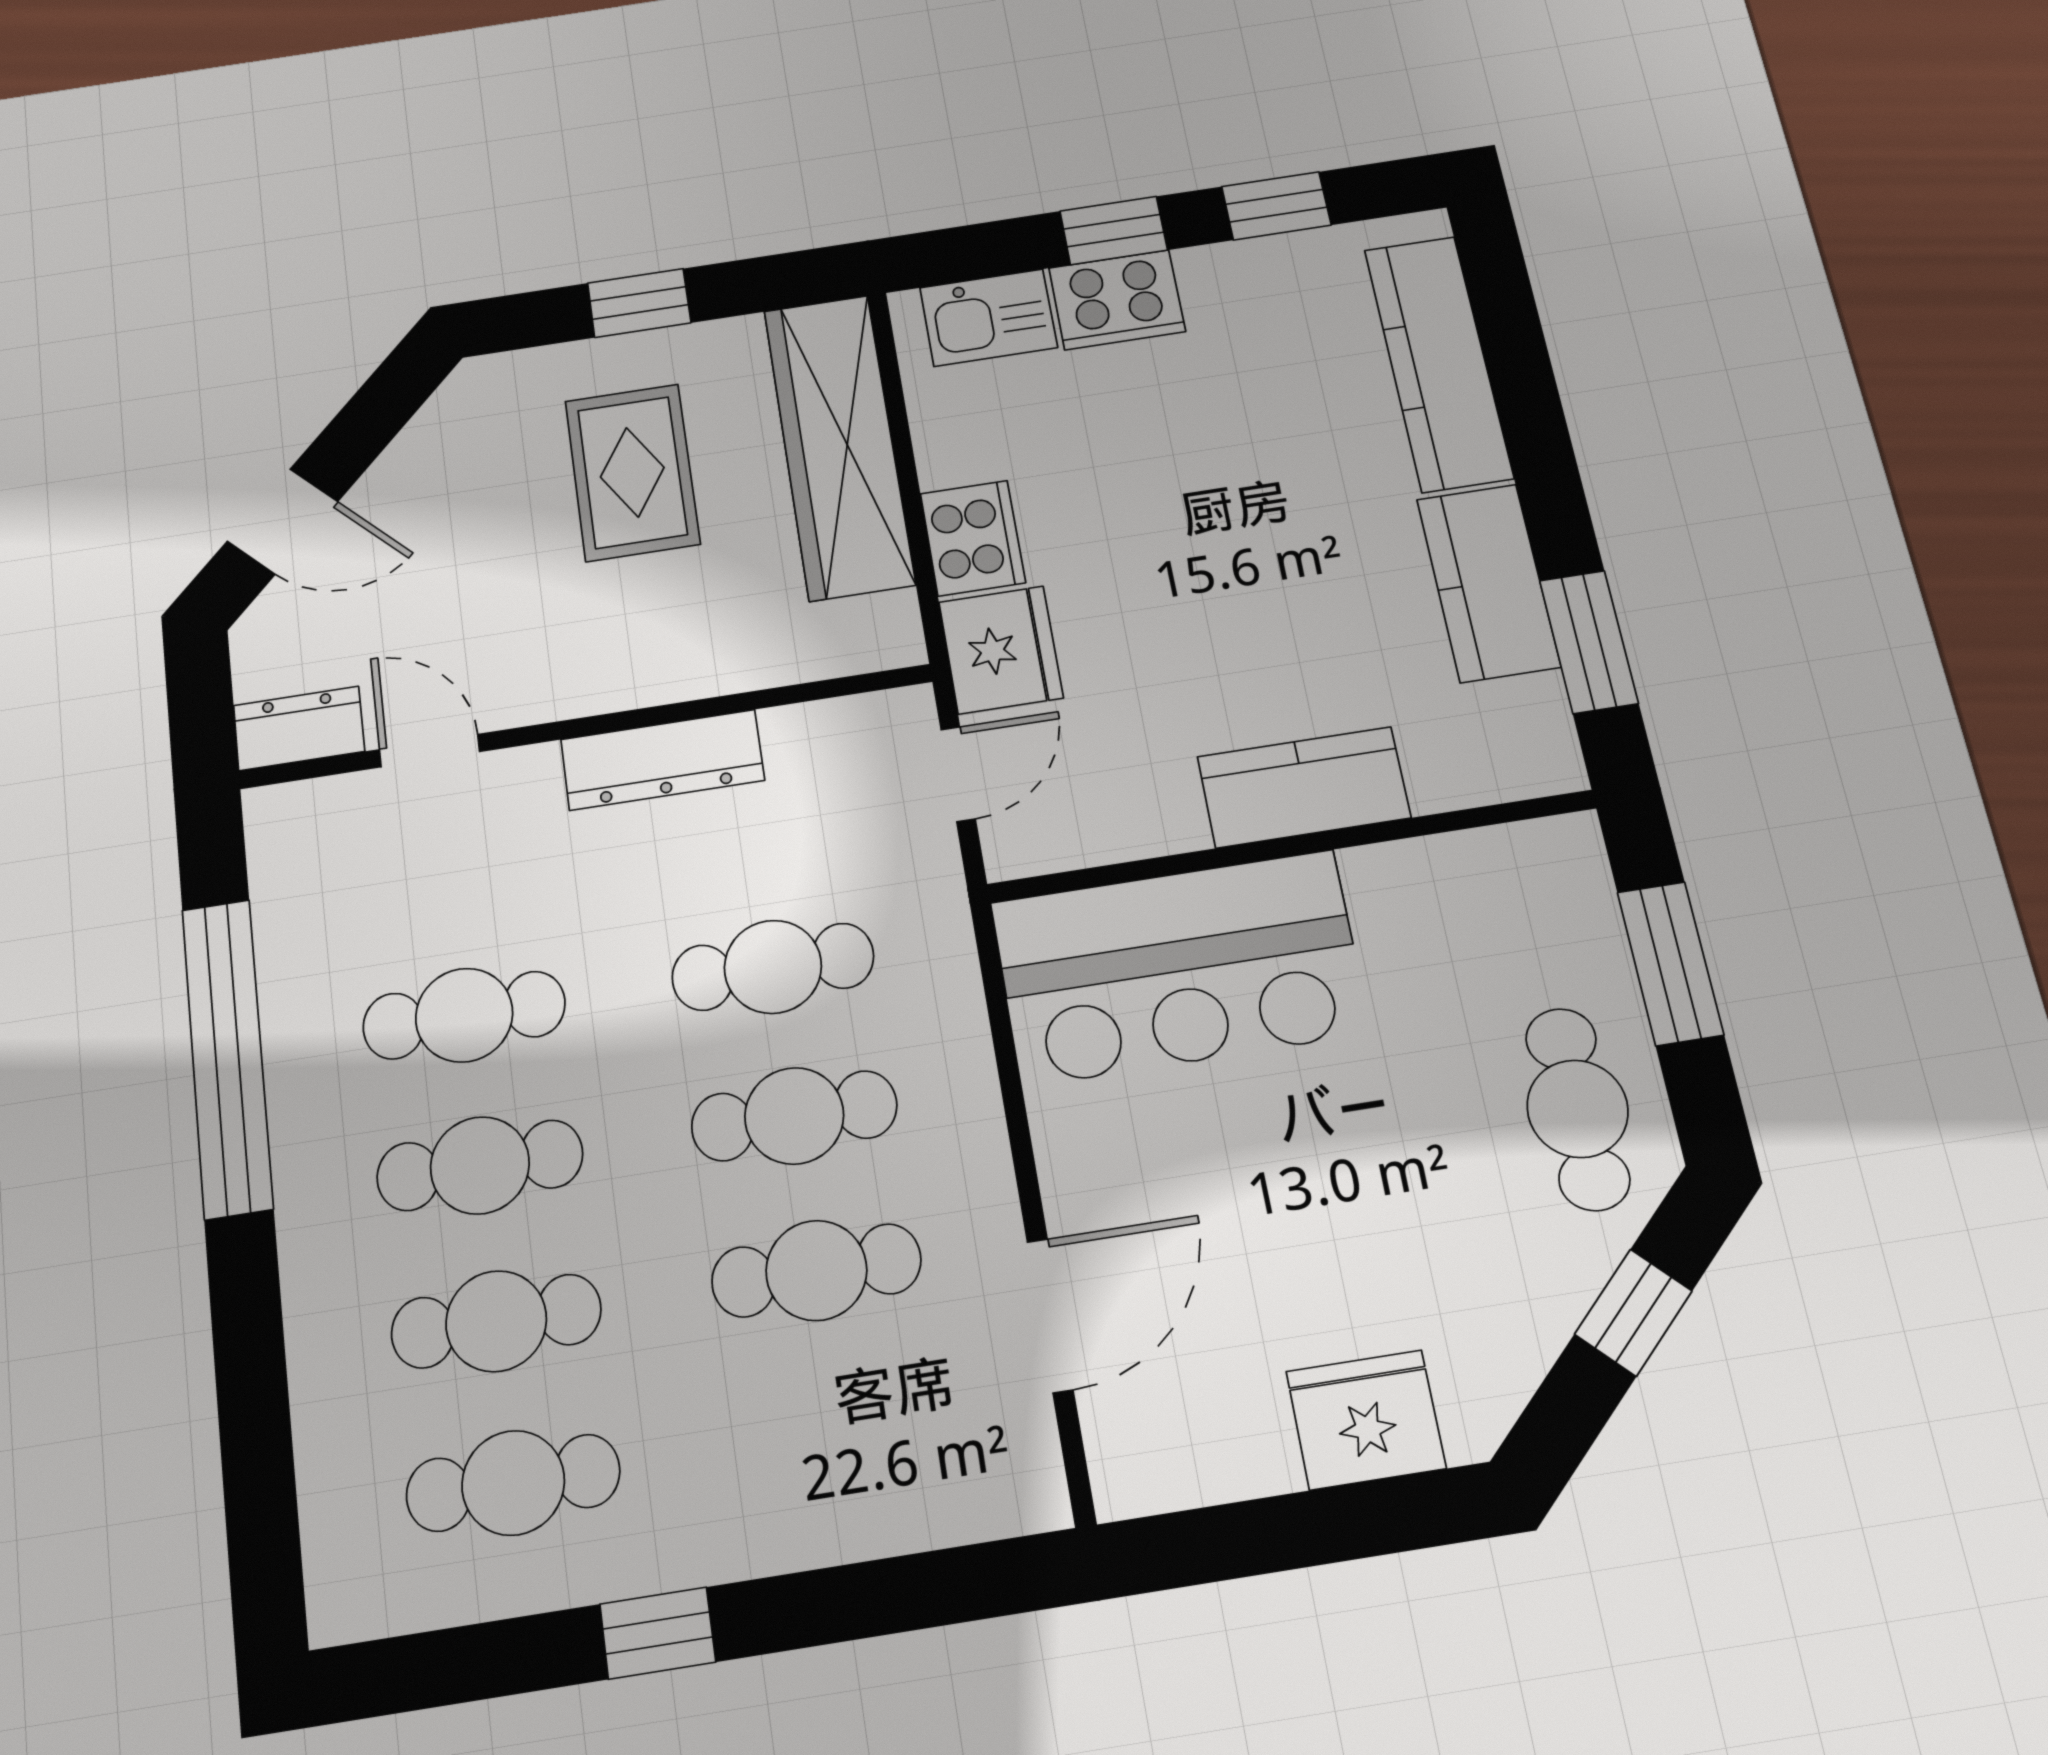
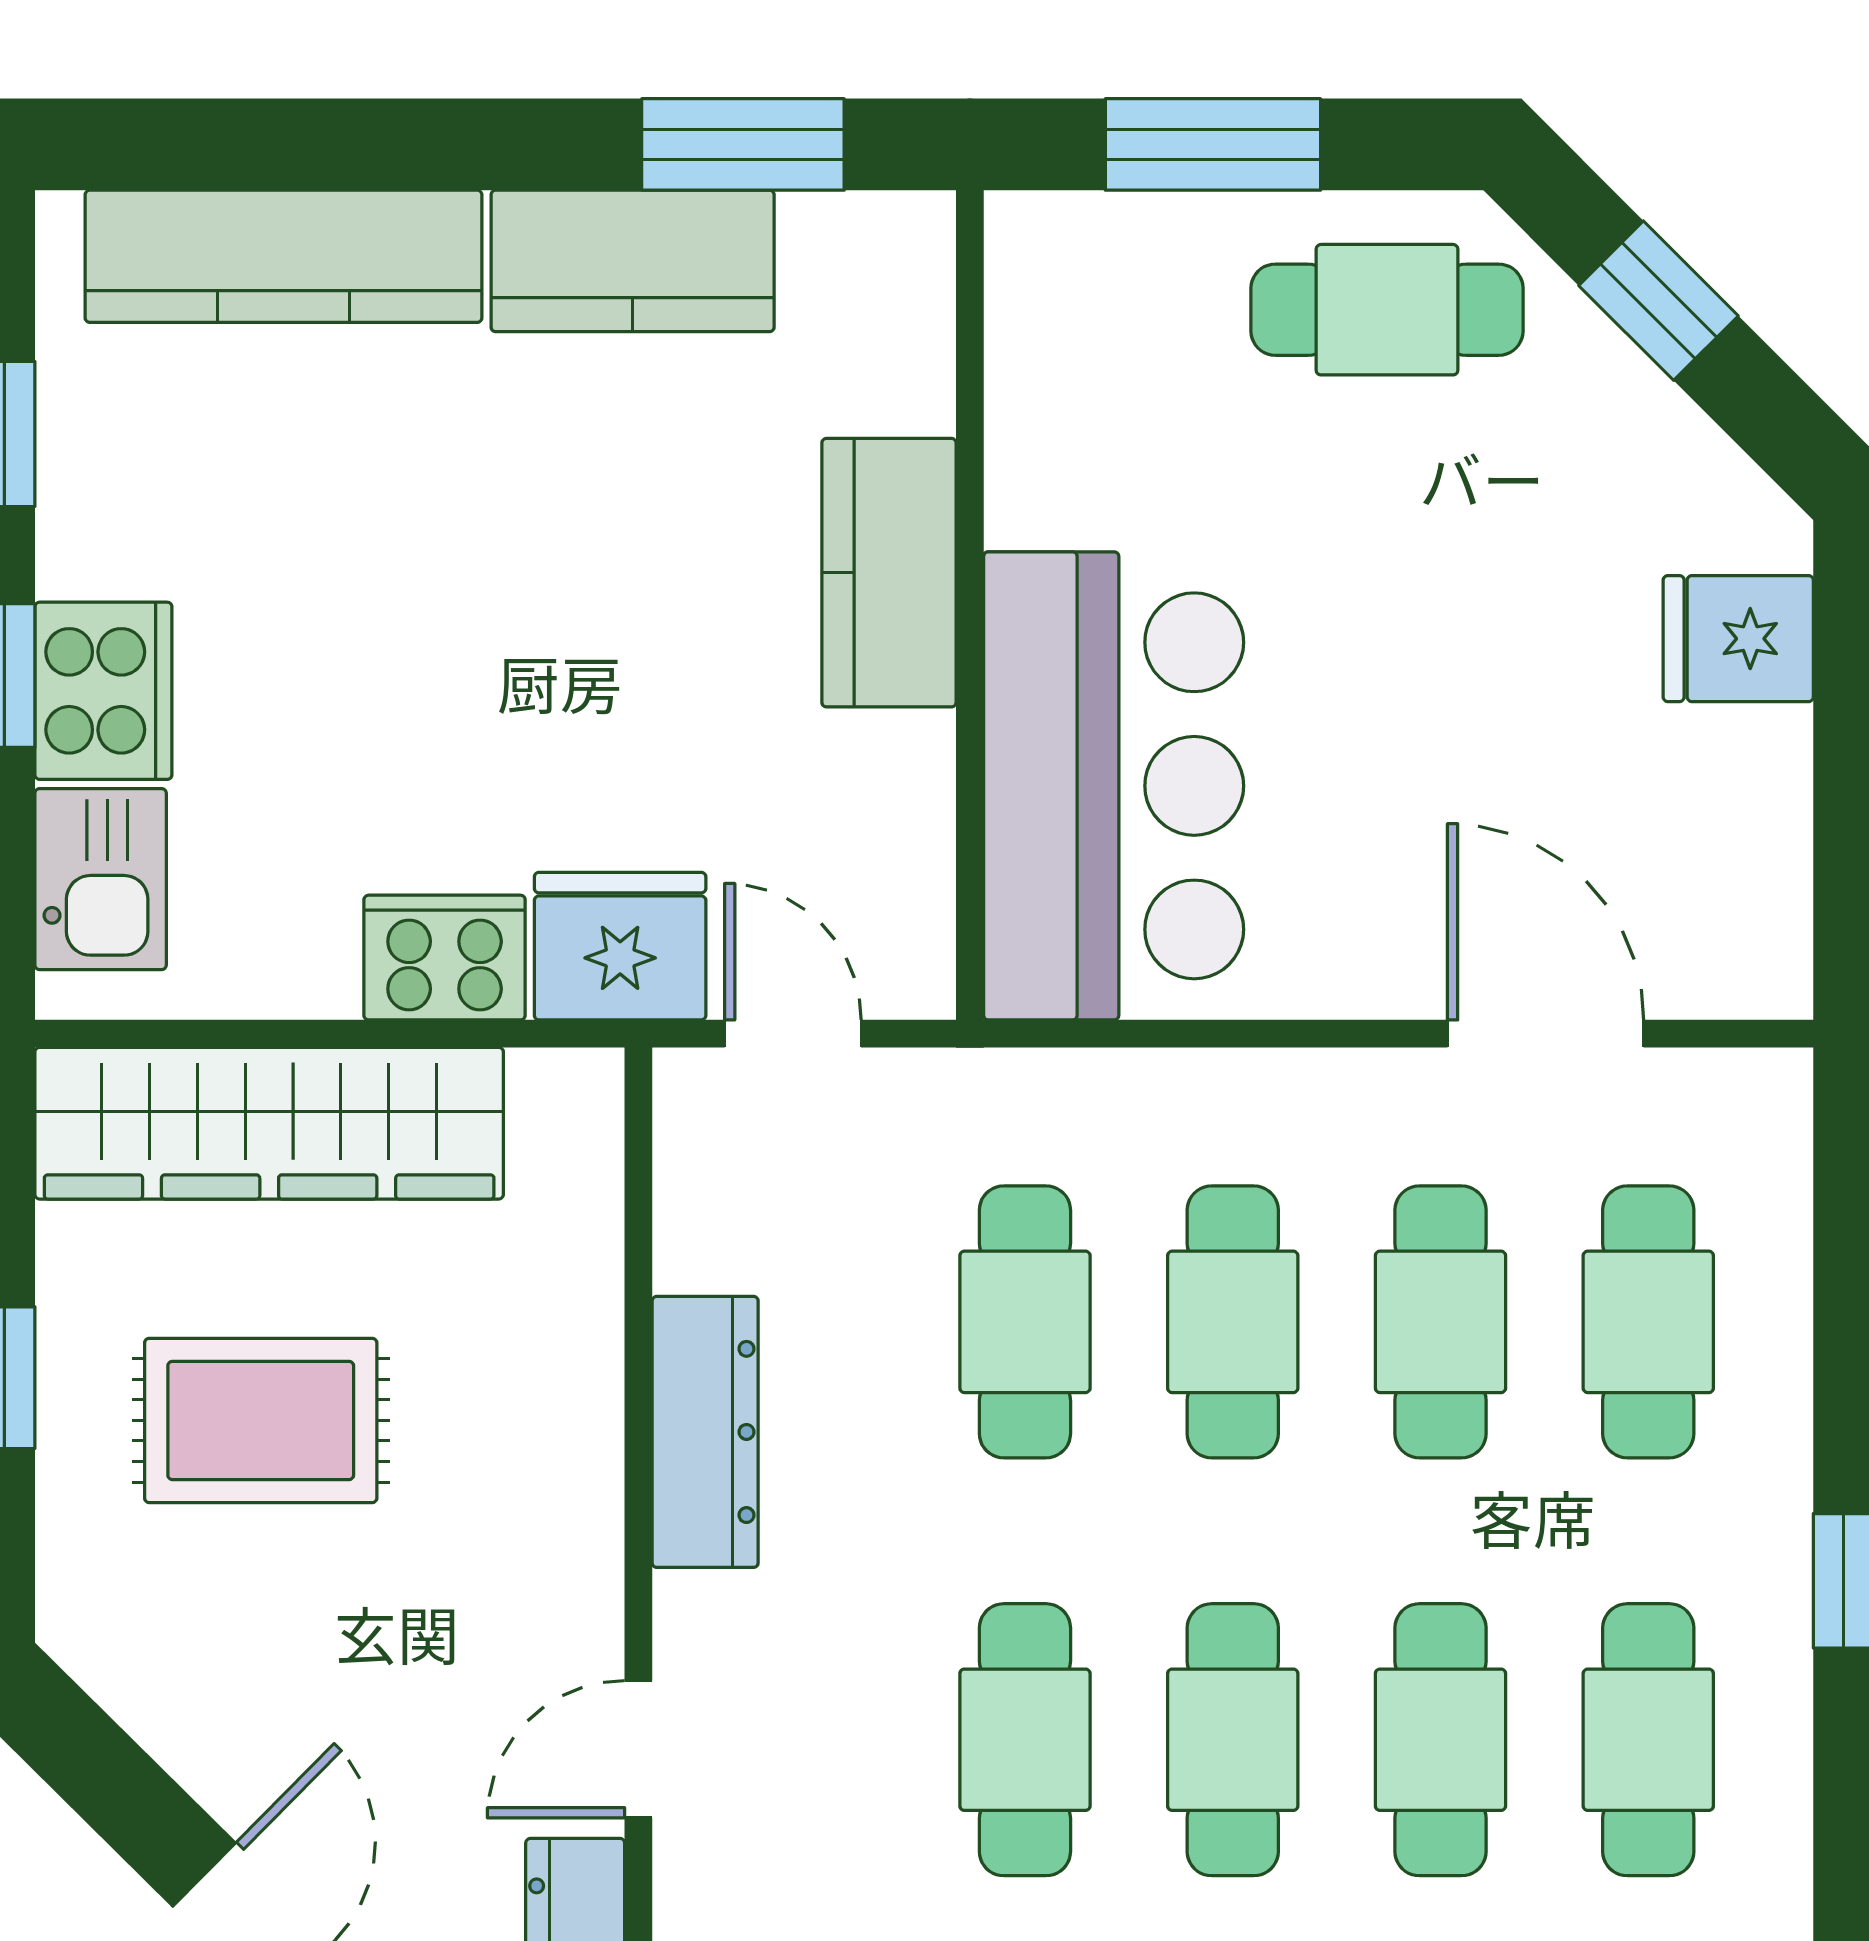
fridge: (1366, 1420) -> (1738, 639), width x0.72
cafe table: (839, 1431) -> (1648, 1322), added

